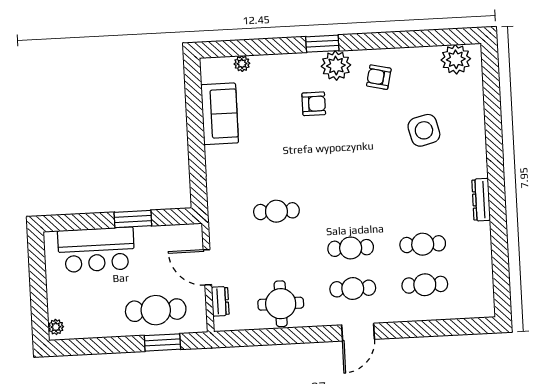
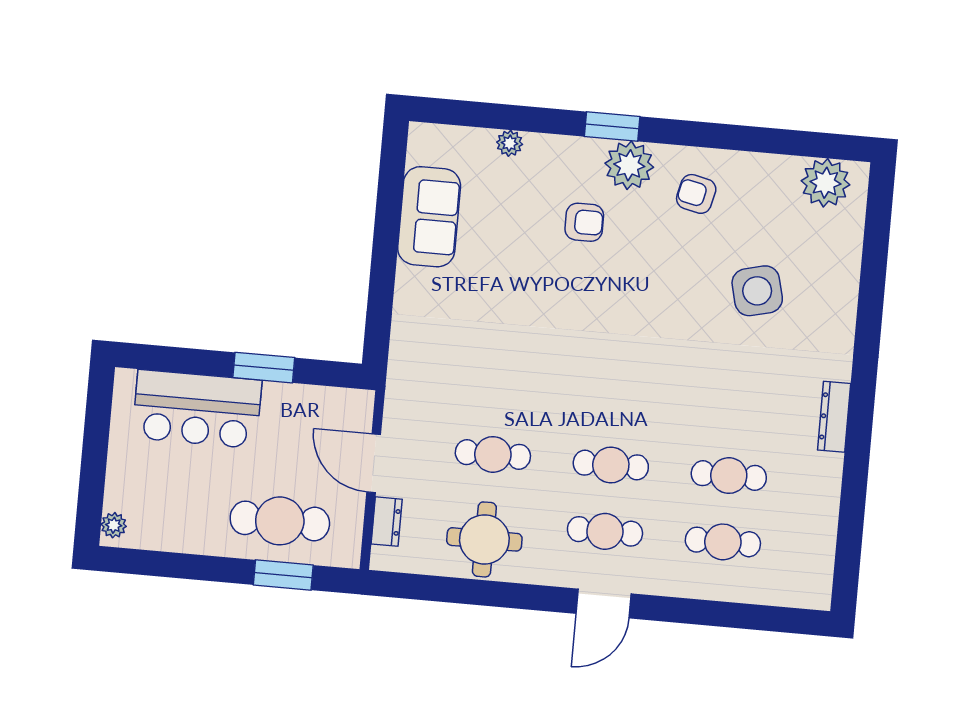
plant: (242, 64) -> (510, 143), moved
cafe table: (276, 211) -> (493, 454), moved

